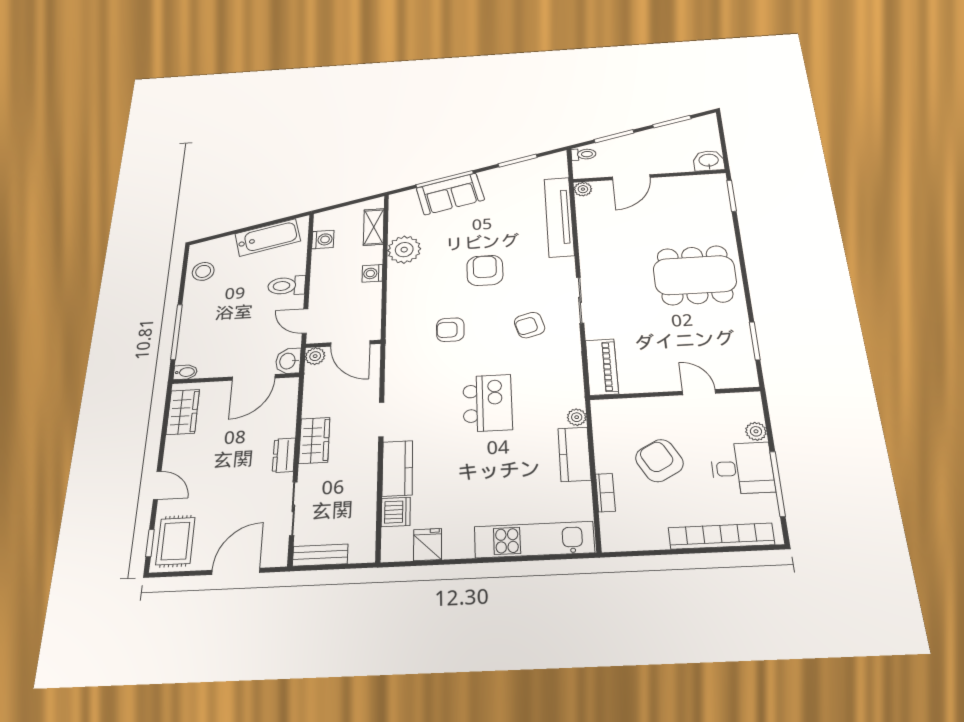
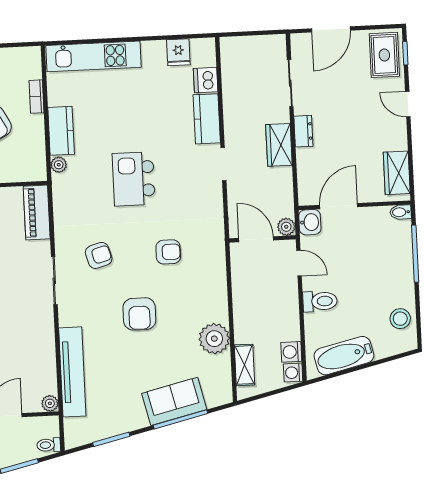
washing machine: (372, 273) -> (293, 373), moved, turned 180
bench: (320, 555) -> (264, 43), removed

